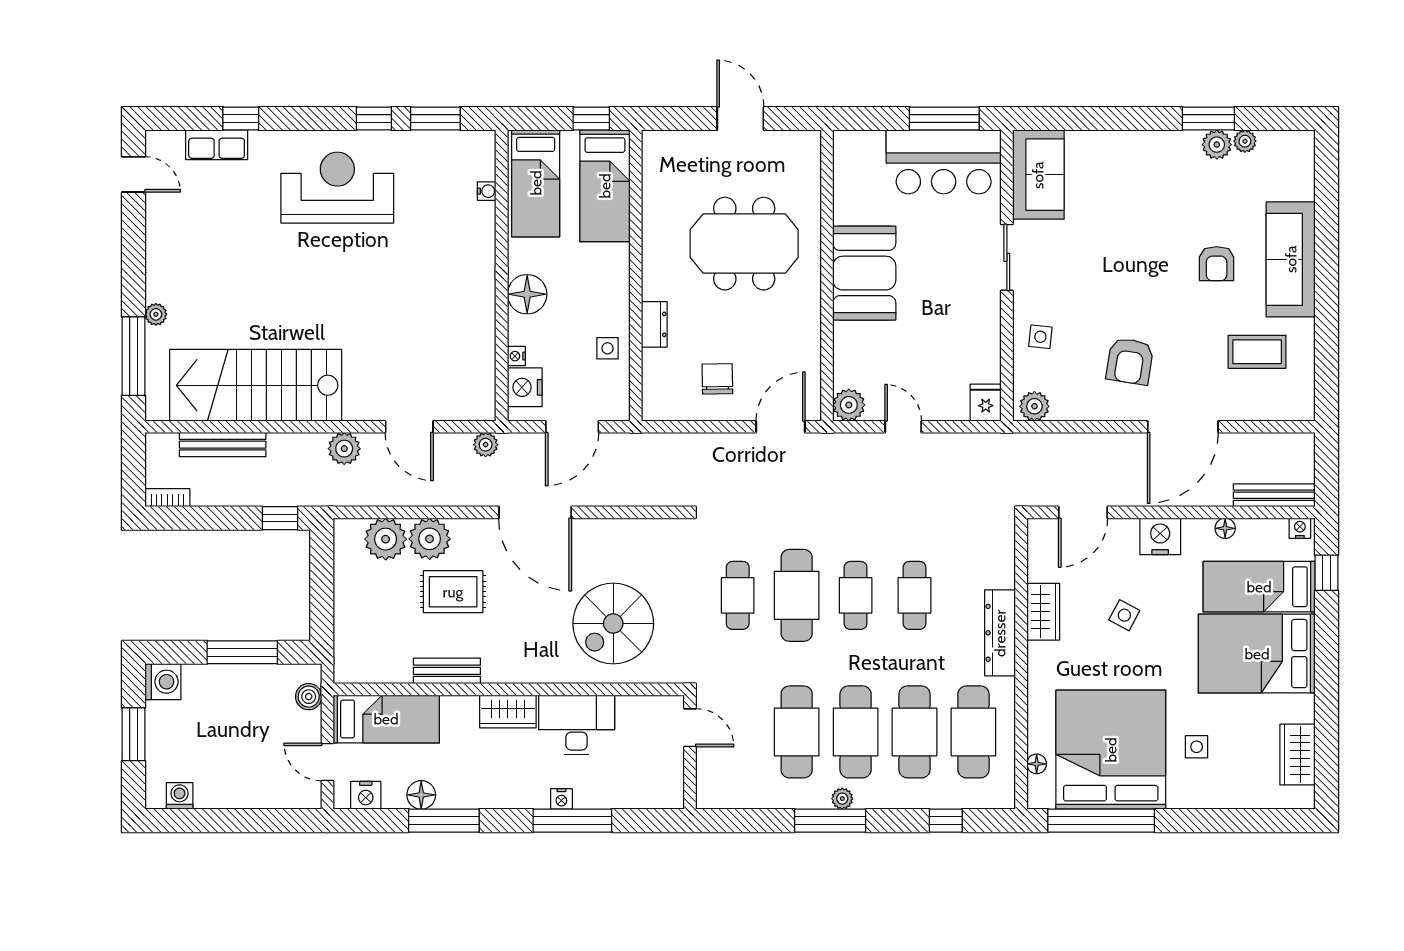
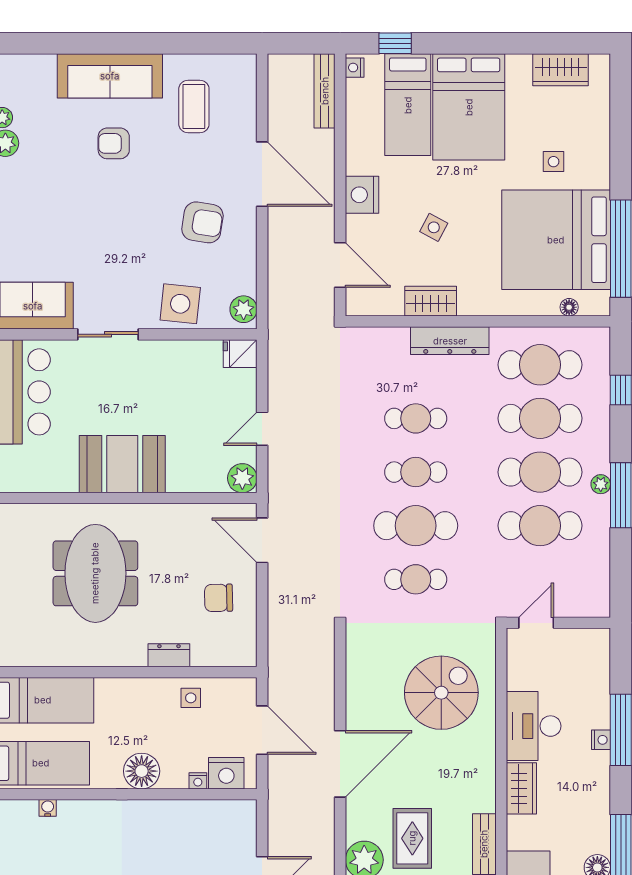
armchair: (1217, 264) -> (114, 143), turned 180
side table: (1040, 337) -> (180, 304), width x1.87, depth x1.87
plant: (486, 445) -> (278, 809), removed
floor lamp: (1225, 528) -> (355, 136), removed
spiral stairs: (613, 624) -> (441, 693), turned -90

